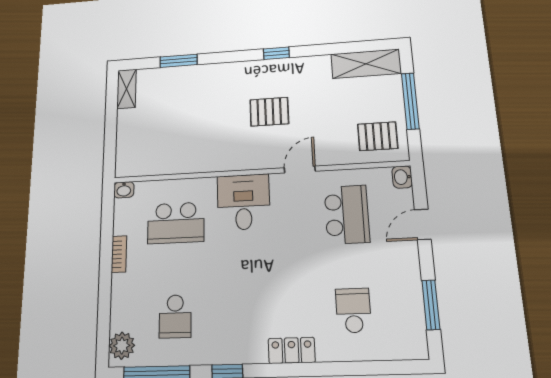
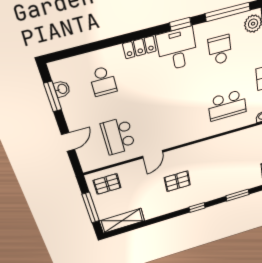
window: (276, 53) -> (197, 207), moved
washbasin: (402, 177) -> (62, 89), moved
desk: (243, 202) -> (177, 49), moved, turned 180
school desk: (176, 223) -> (227, 105), turned 180

